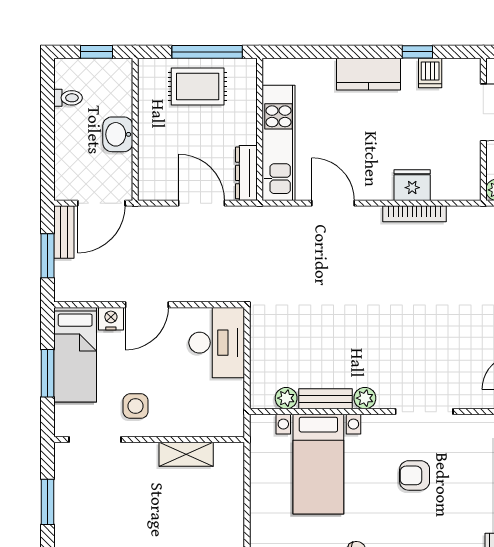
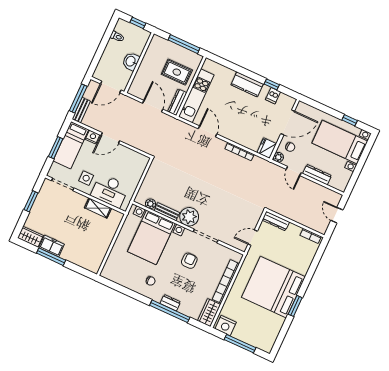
rug: (198, 87) -> (177, 72), moved
fridge: (412, 185) -> (267, 148), moved, turned -90
bench: (64, 232) -> (81, 110), moved
window: (47, 256) -> (78, 99), width x1.44
desk: (217, 343) -> (110, 191), moved, turned 90
plant: (365, 398) -> (189, 217), width x1.87, depth x1.87
bed with nightstands: (318, 464) -> (151, 237), width x1.36
armchair: (415, 475) -> (189, 261), turned 90

